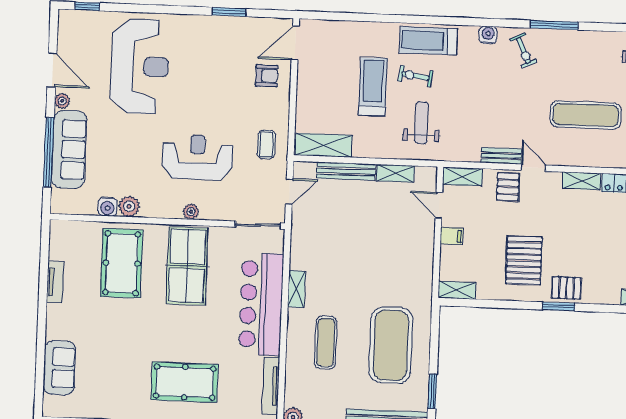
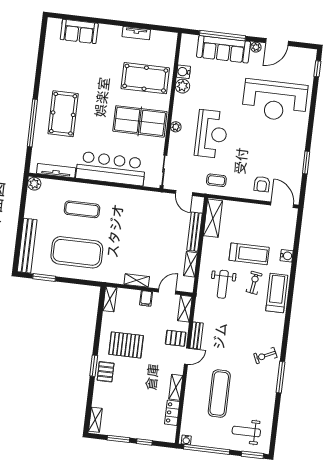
water cooler: (488, 35) -> (287, 256), moved
weight bench: (422, 123) -> (223, 284), turned 90
shelving: (296, 289) -> (137, 280), moved

